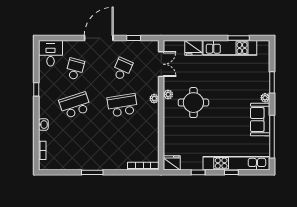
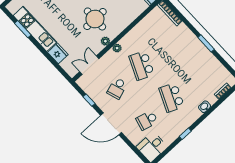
school desk: (122, 69) -> (117, 88), turned -42
school desk: (75, 105) -> (172, 97), turned 42
school desk: (122, 105) -> (142, 65), turned 33

